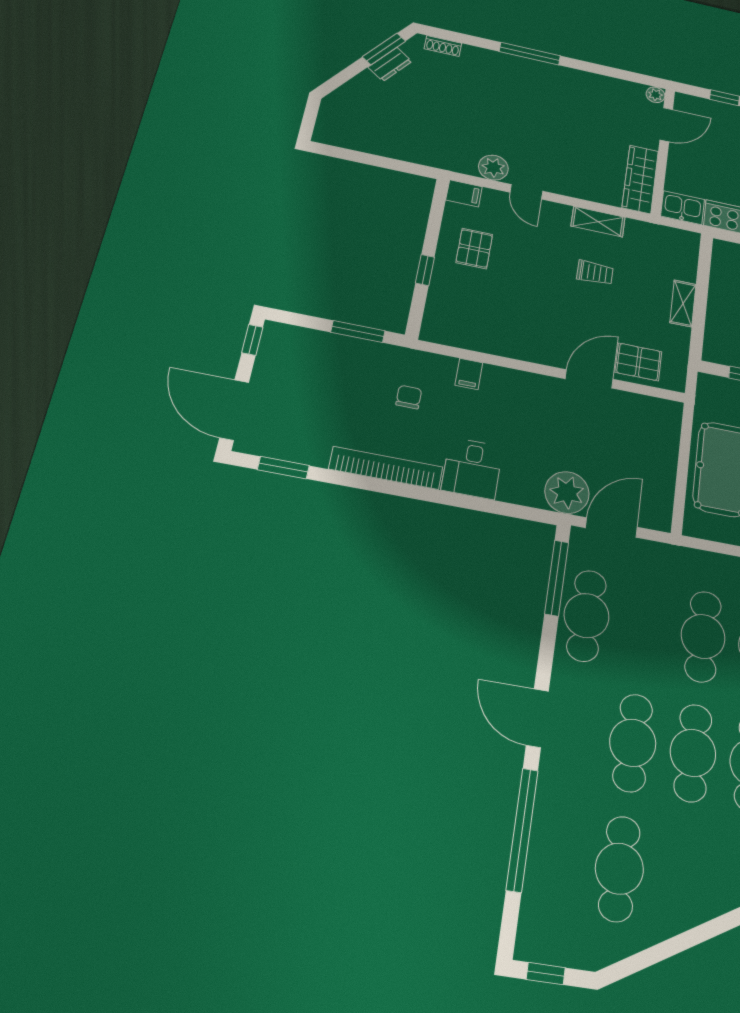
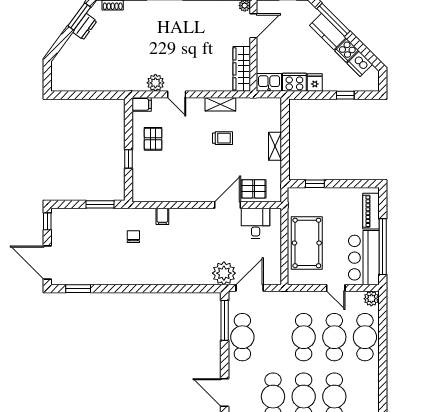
bookcase: (386, 468) -> (129, 278), removed
desk: (472, 468) -> (256, 223), moved, turned 180

